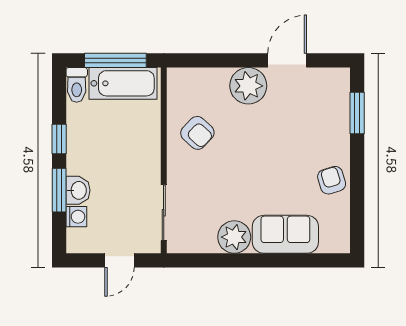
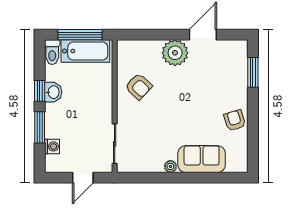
washbasin: (78, 190) -> (53, 92), moved
plant: (234, 237) -> (170, 166), width x0.53, depth x0.53

